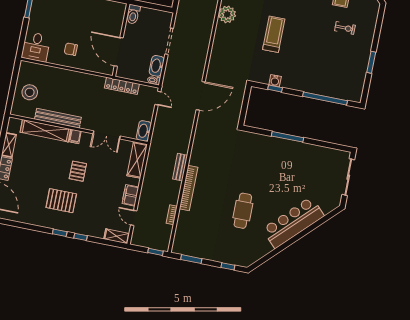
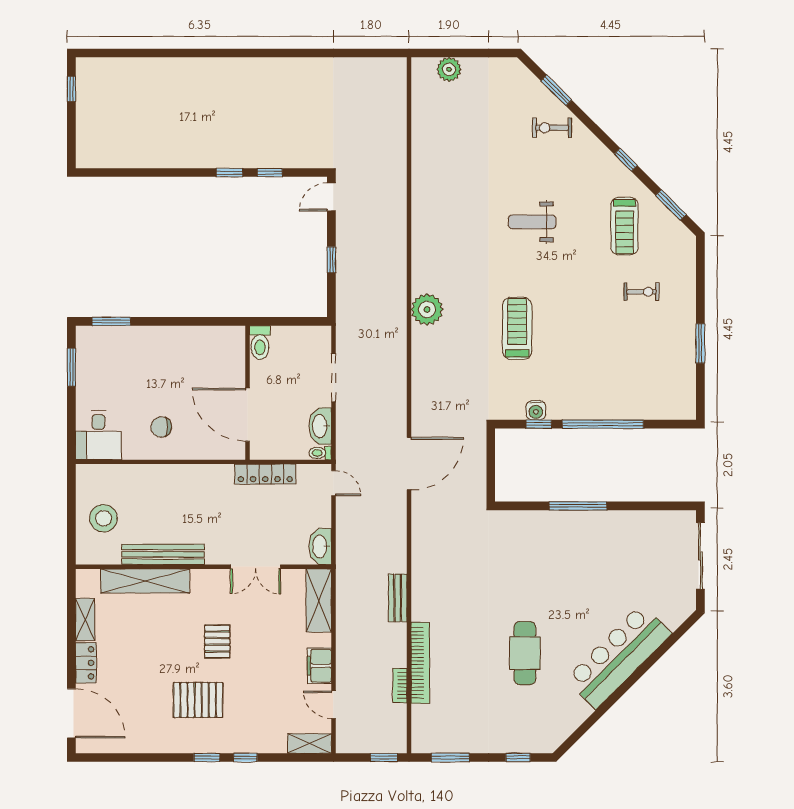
window: (325, 98) -> (603, 424), moved
filing cabinet: (75, 136) -> (200, 581), removed
bookcase: (189, 188) -> (420, 663), moved

